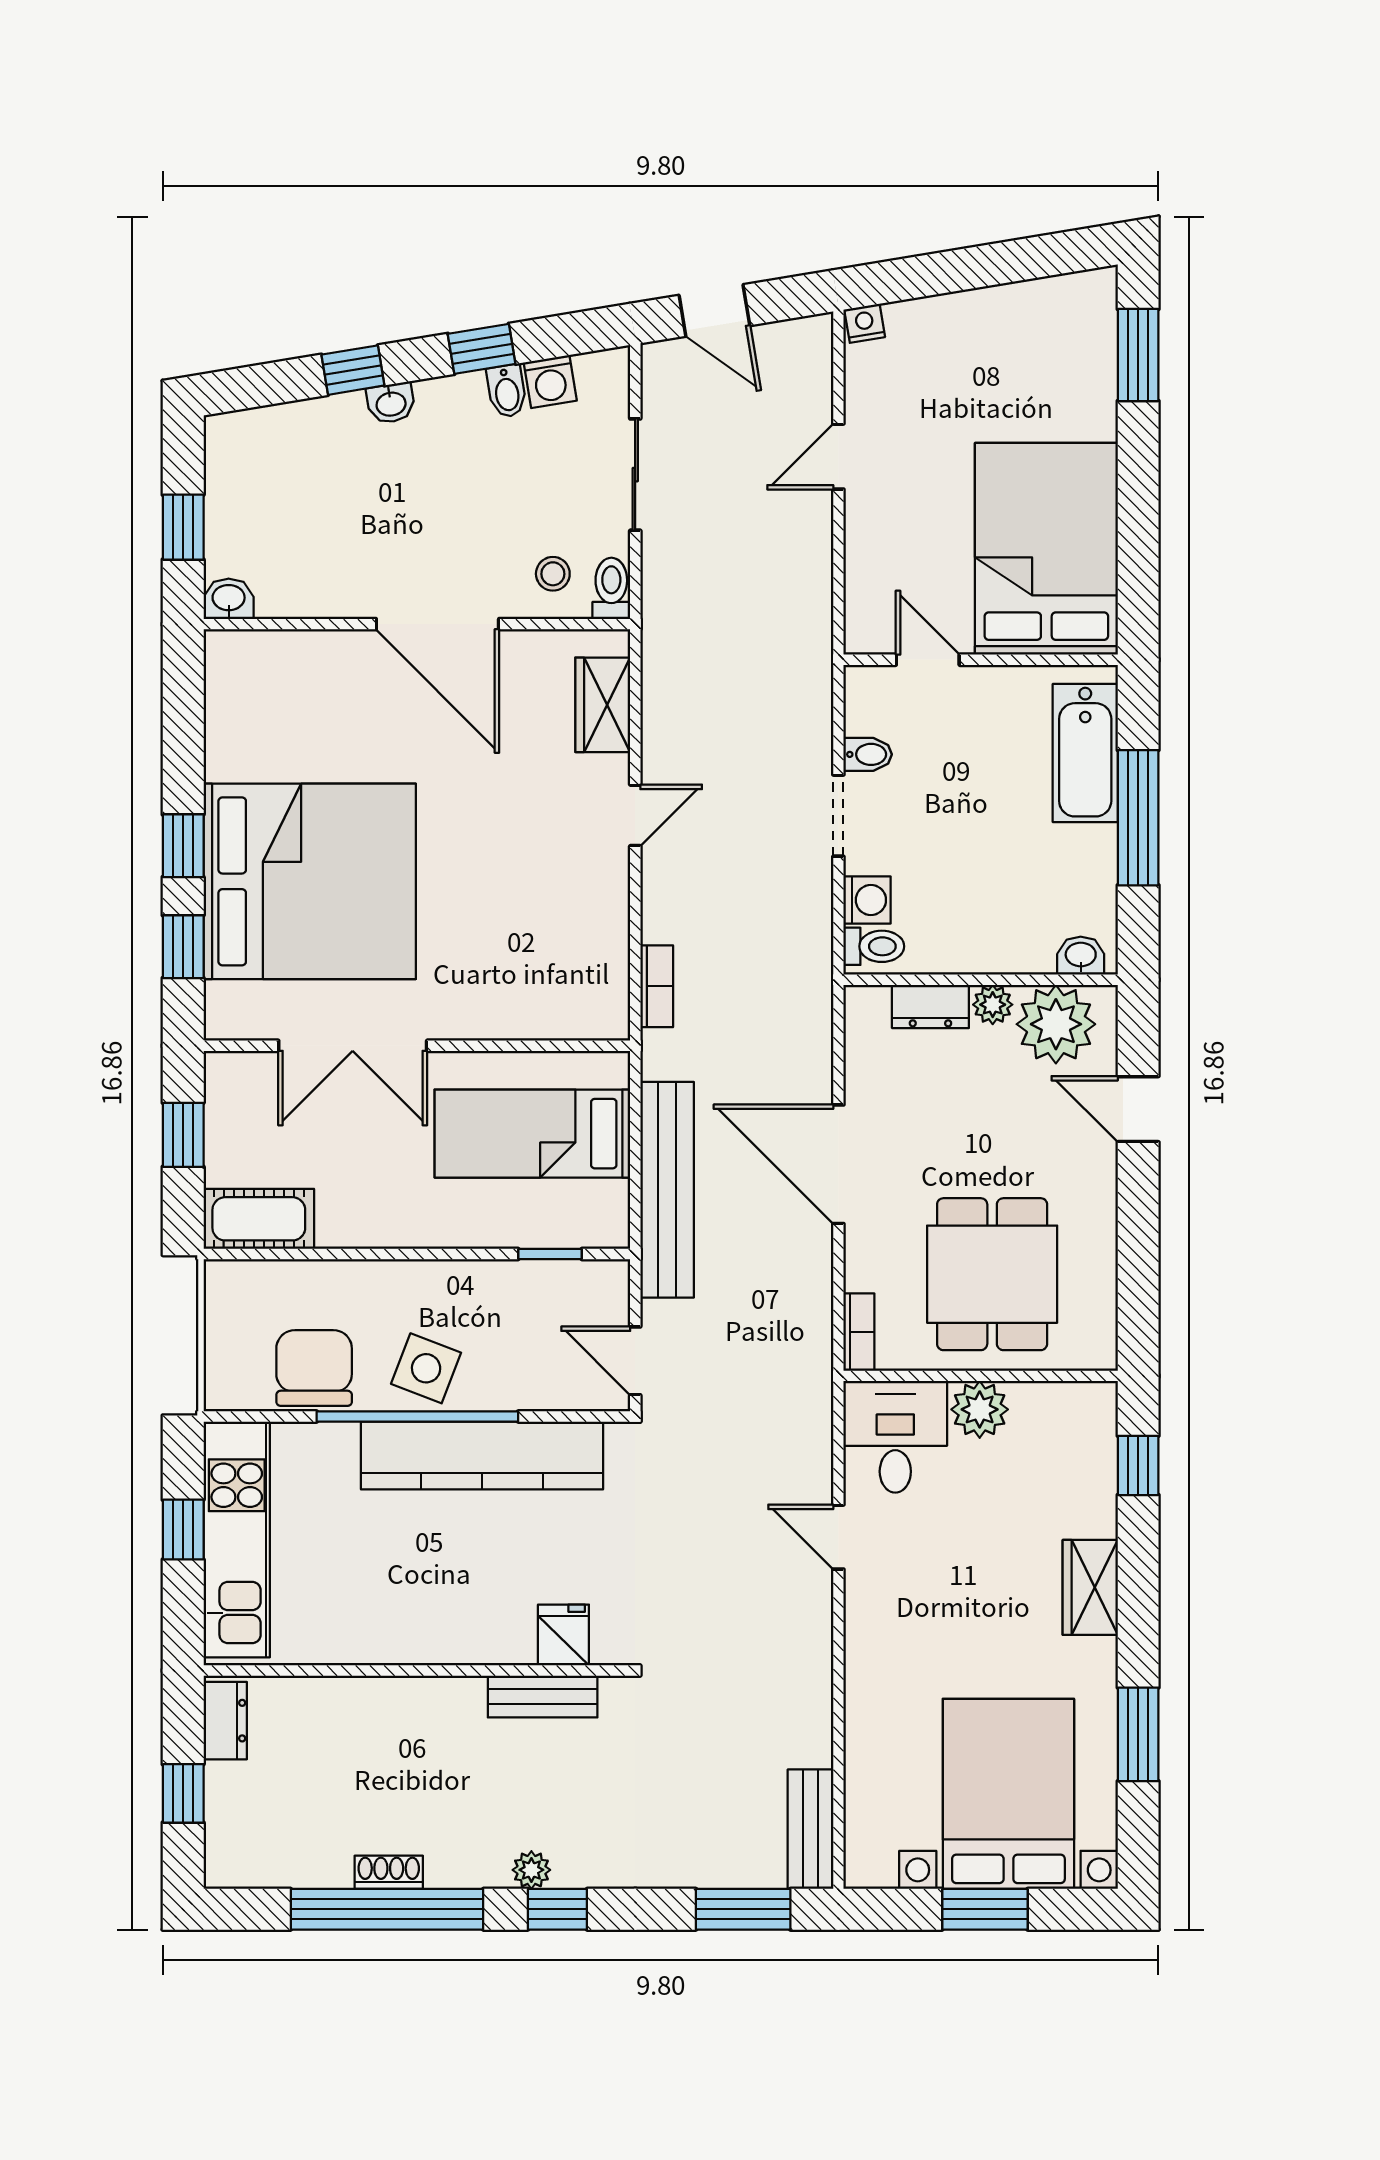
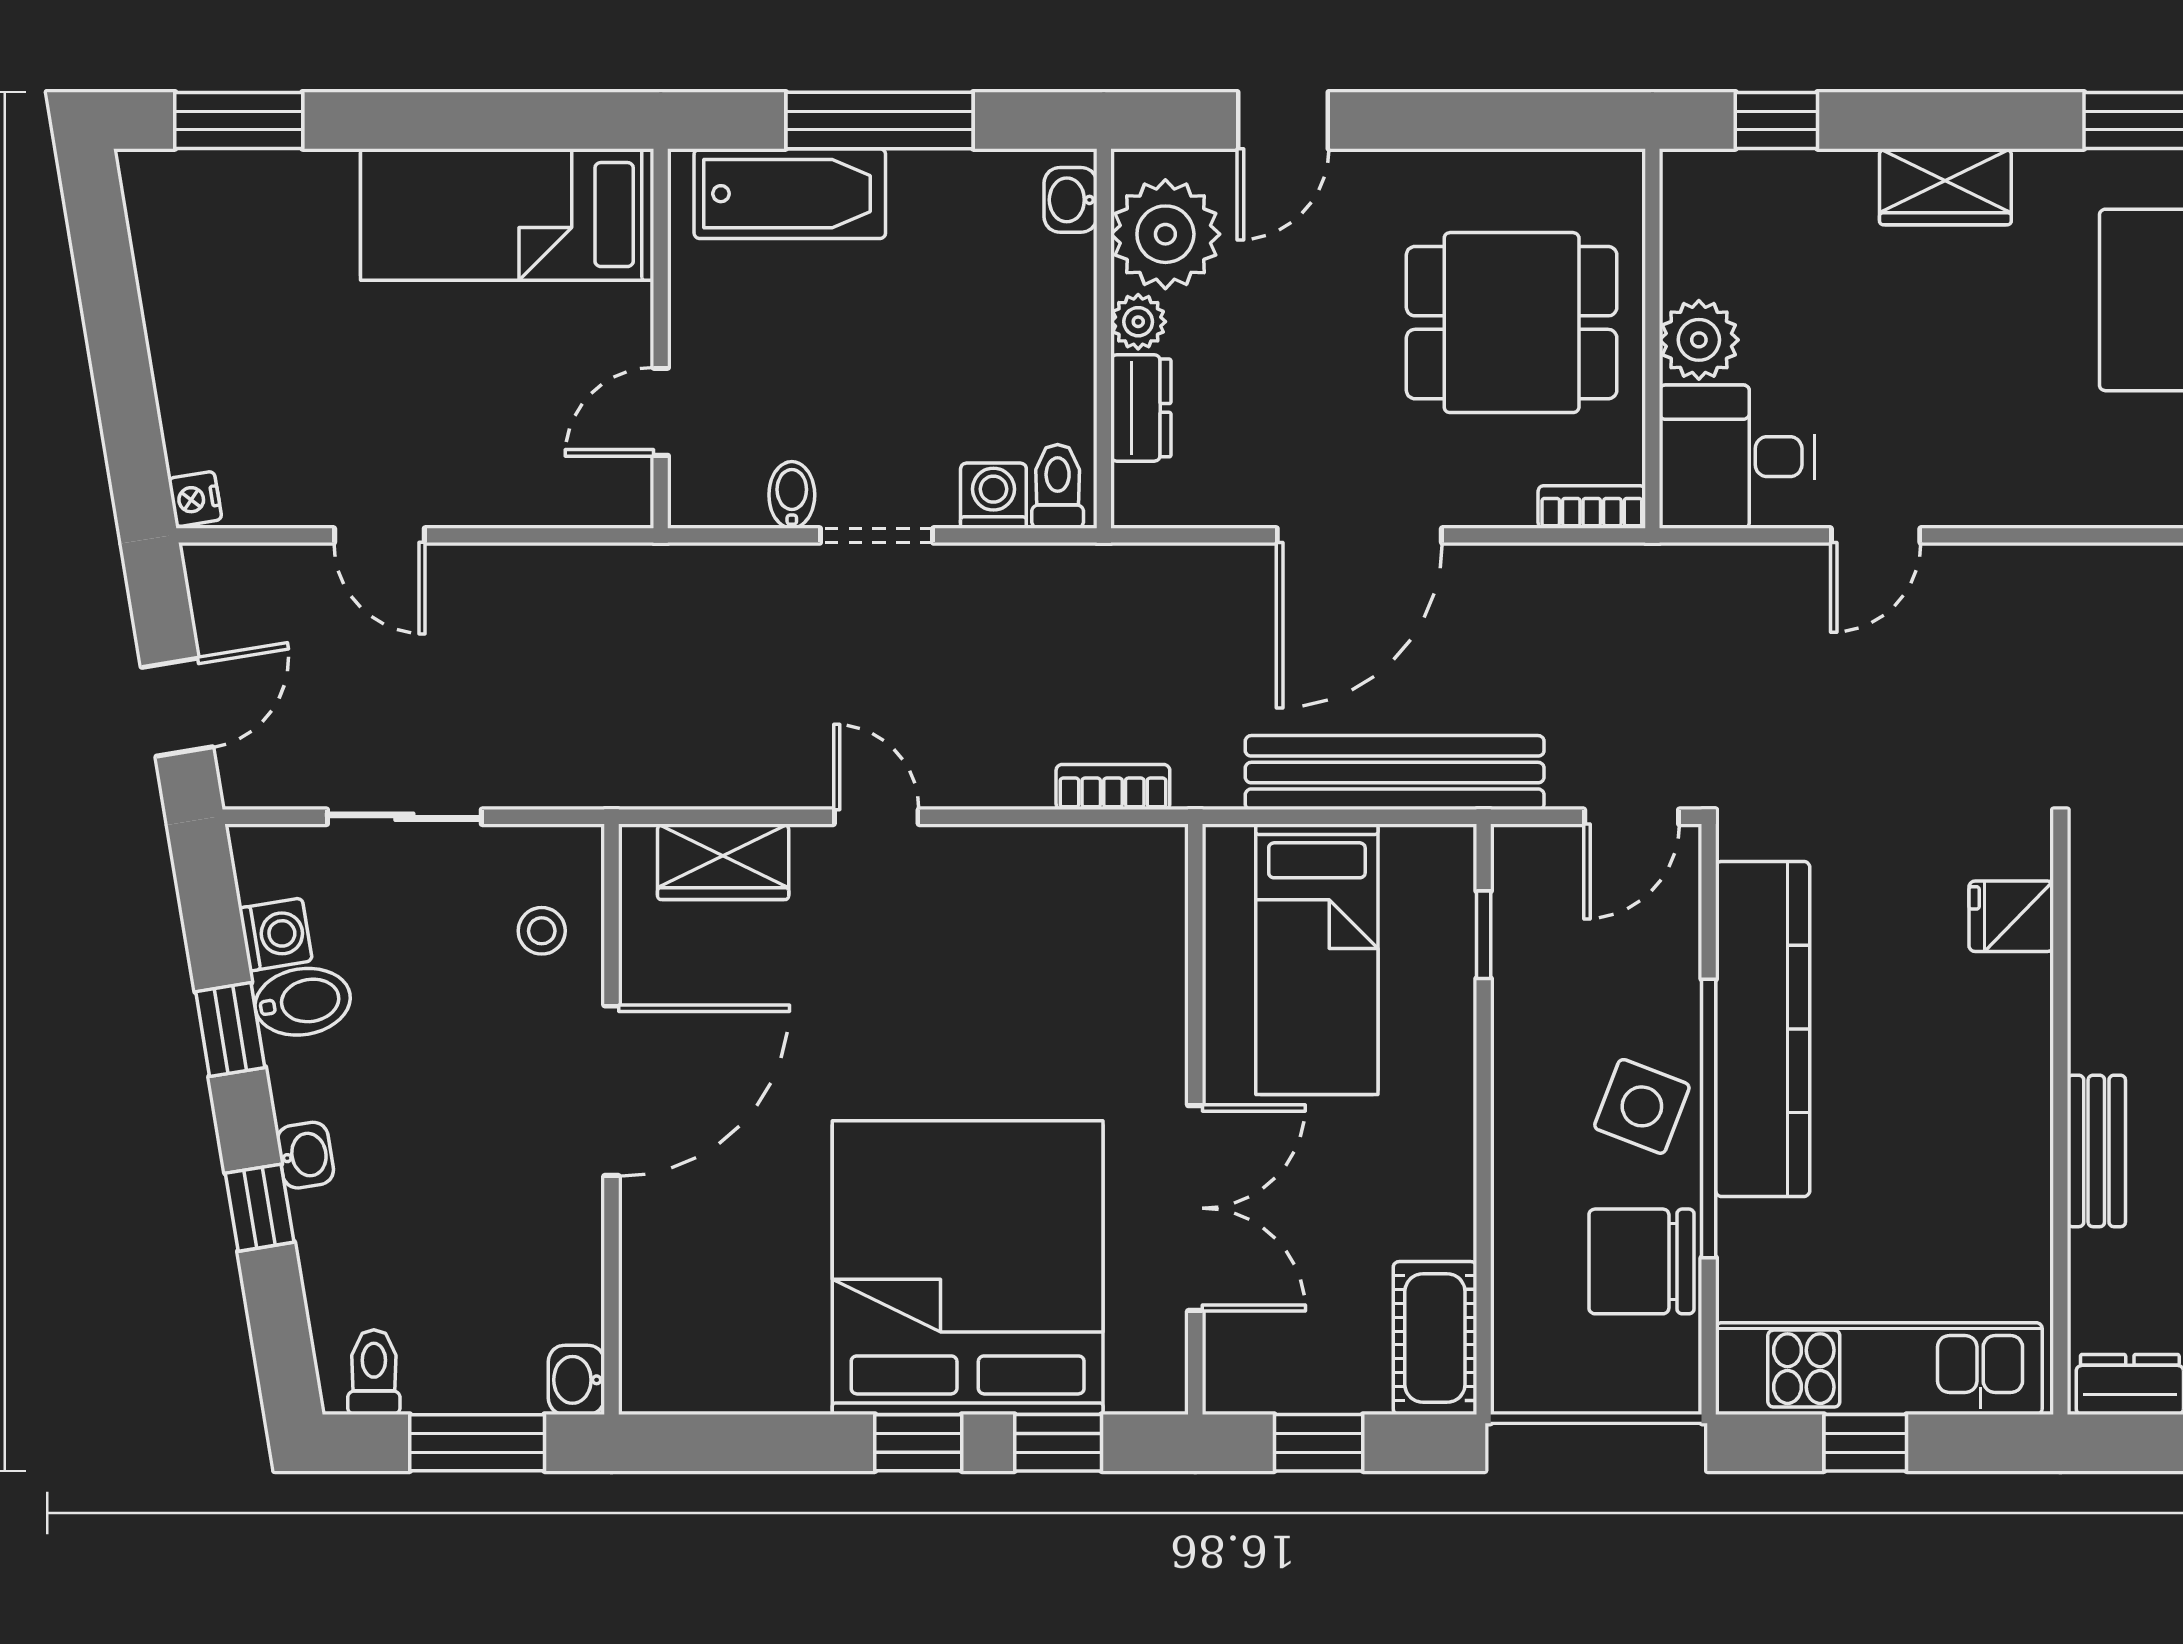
bidet: (507, 391) -> (303, 1002), width x1.38, depth x1.36
window: (183, 527) -> (477, 1443), width x1.50
bed: (1046, 549) -> (507, 215), width x0.67
toilet: (611, 588) -> (374, 1372), moved, turned 90
bench: (543, 1696) -> (2096, 1151), moved

